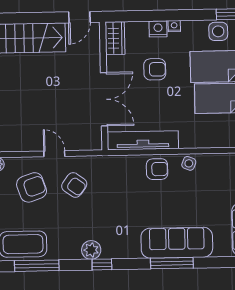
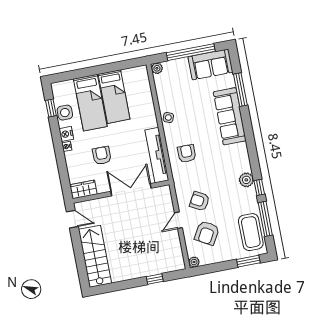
nightstand: (158, 29) -> (66, 134), moved
armchair: (157, 169) -> (187, 153), moved
armchair: (74, 185) -> (200, 201), turned -97
armchair: (32, 187) -> (207, 233), turned -131
window: (172, 263) -> (240, 90), moved
window: (102, 264) -> (259, 187), moved

